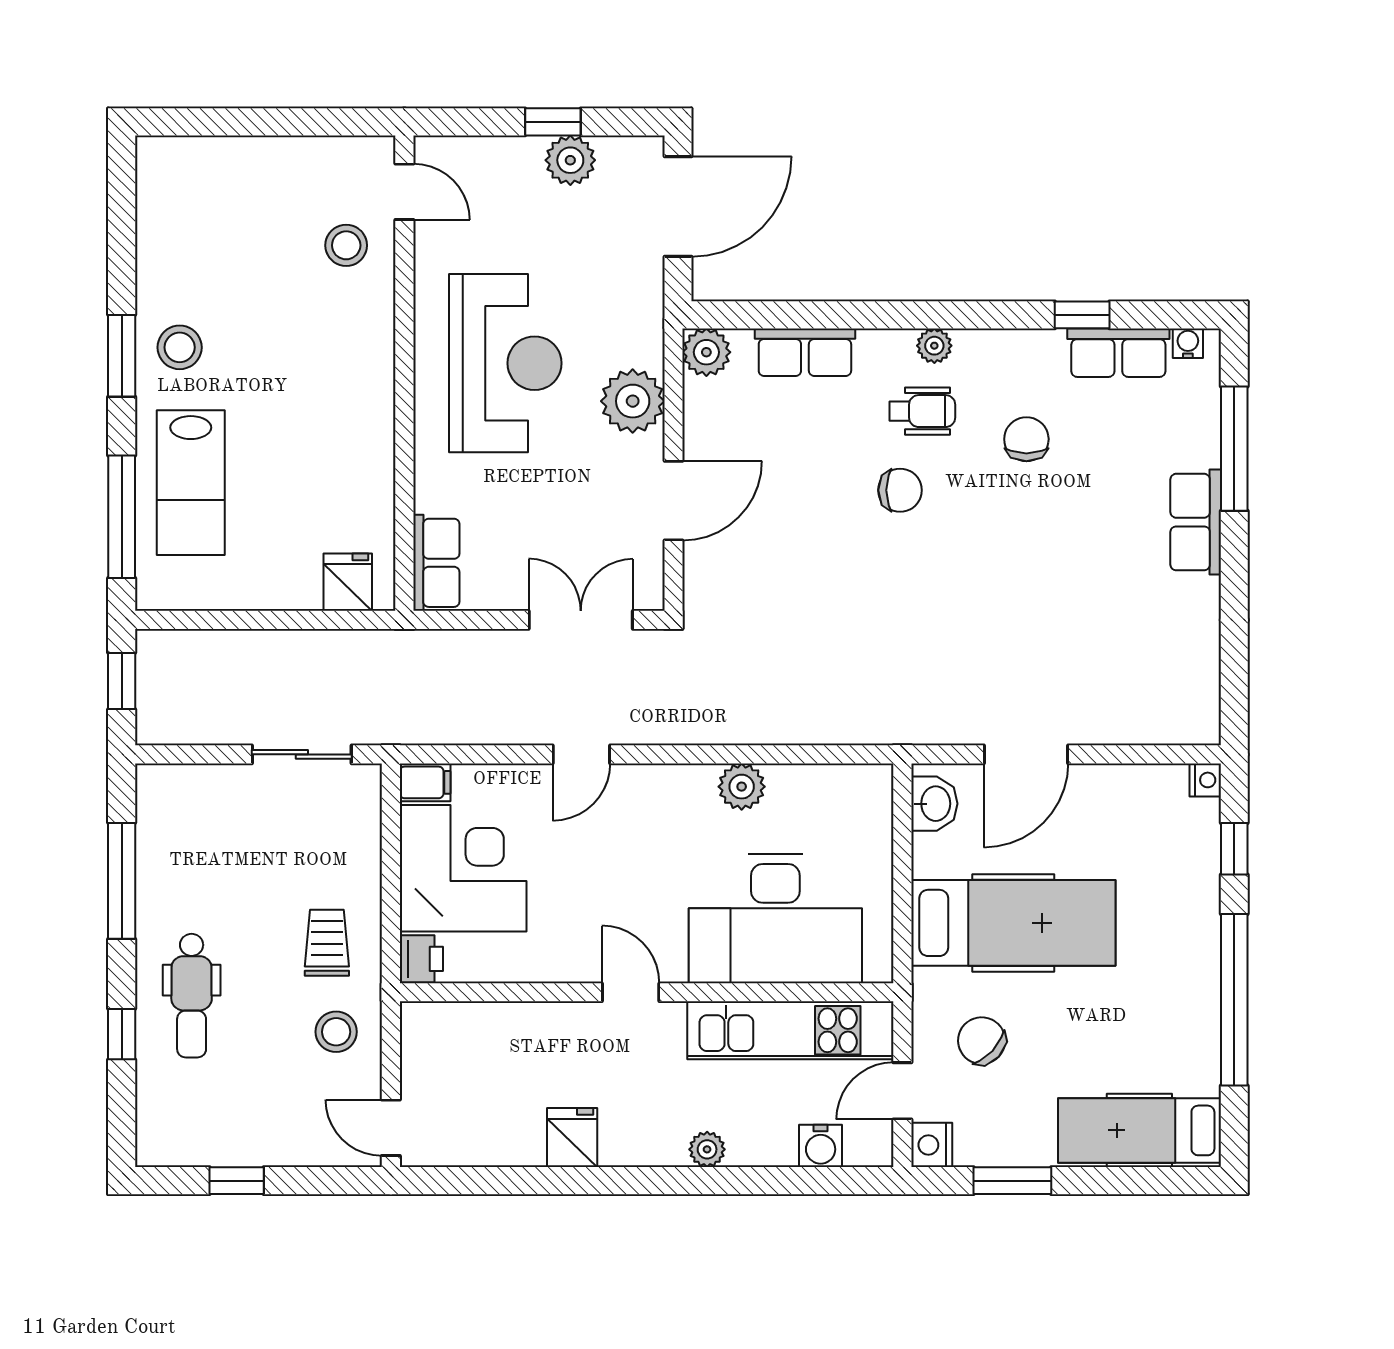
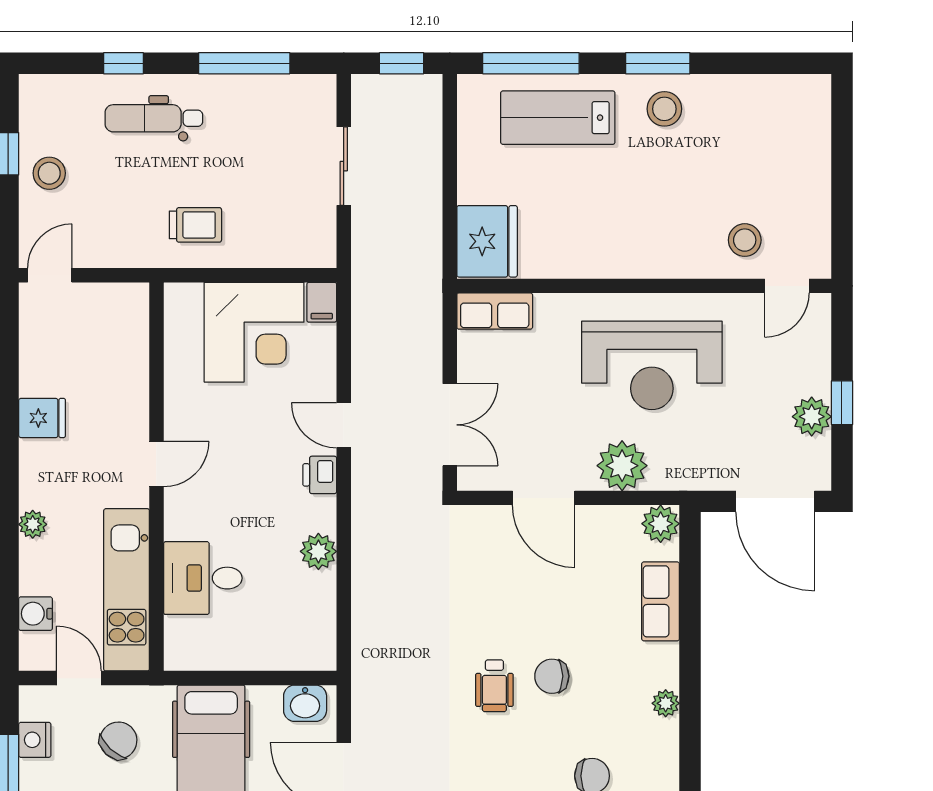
wheelchair: (922, 411) -> (494, 686), moved
chair: (900, 490) -> (552, 676), turned 90
fridge: (348, 582) -> (487, 241), width x1.88, depth x1.34
sliding door: (302, 754) -> (344, 166), moved
desk: (775, 918) -> (203, 578), width x0.53, depth x0.77
printer: (421, 959) -> (320, 475), moved, turned 90
stool: (336, 1032) -> (49, 173), moved
nightstand: (932, 1145) -> (35, 740), moved, turned -90

